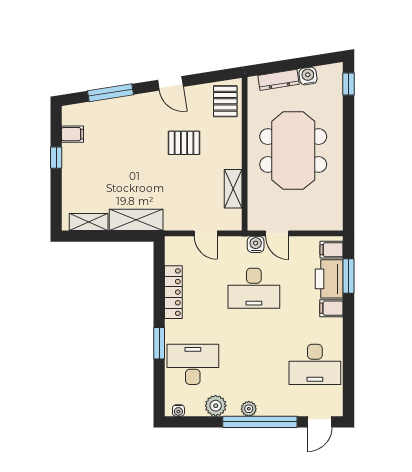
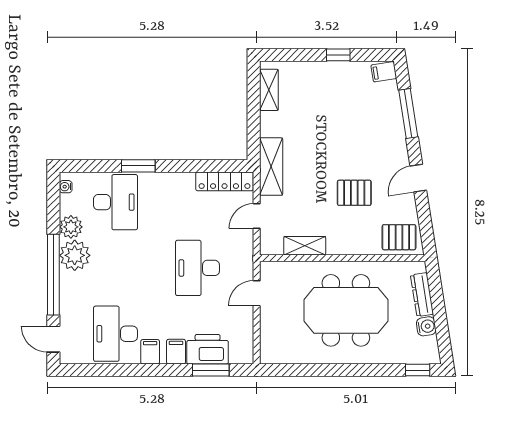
filing cabinet: (73, 134) -> (384, 72), moved, turned 81
pallet: (184, 143) -> (354, 193), turned 90
shelving: (136, 220) -> (271, 167), moved
water cooler: (256, 244) -> (245, 270), removed
filing cabinet: (332, 250) -> (150, 352), moved
locker: (173, 292) -> (224, 181), moved
plant: (249, 409) -> (75, 255), width x1.87, depth x1.87

